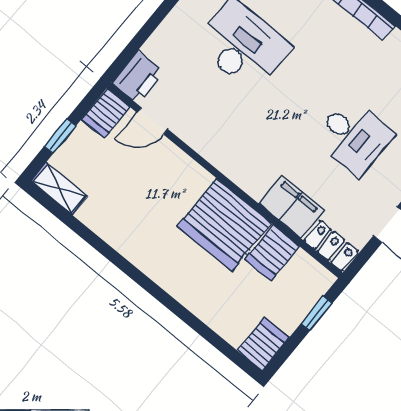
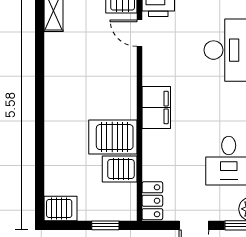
filing cabinet: (291, 207) -> (156, 107), moved
server rack: (224, 225) -> (113, 137), width x0.63

